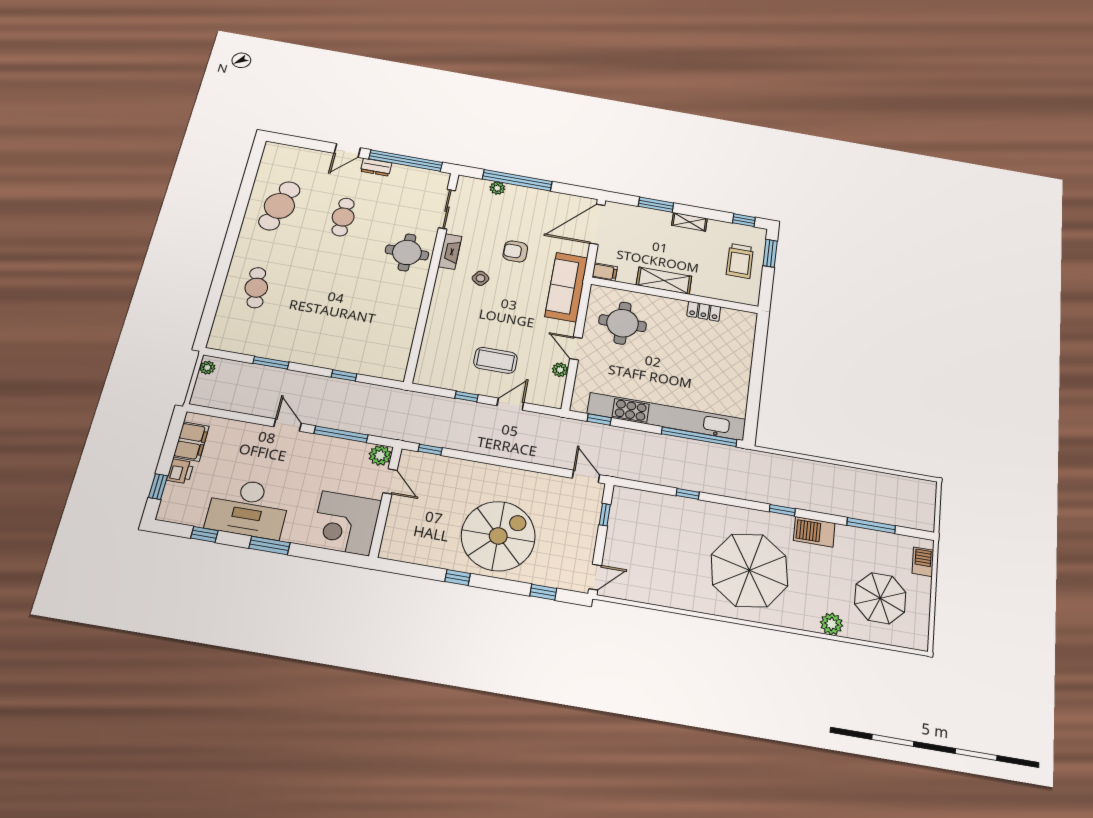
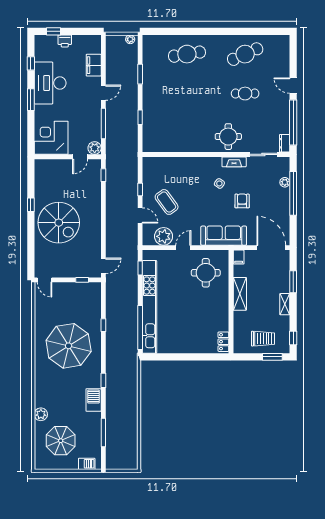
dresser: (376, 167) -> (285, 143), moved
cafe table: (279, 206) -> (245, 54), turned -39
trolley: (740, 261) -> (263, 339), turned 180
cafe table: (256, 288) -> (187, 54), width x1.37, depth x1.35
locker: (704, 311) -> (223, 342), moved
coffee table: (495, 360) -> (167, 202), turned -36
plant: (560, 370) -> (164, 236), width x1.87, depth x1.87
filing cabinet: (191, 442) -> (94, 65), moved, turned 90
parasol: (749, 570) -> (69, 346), moved
window: (543, 592) -> (31, 253), removed

